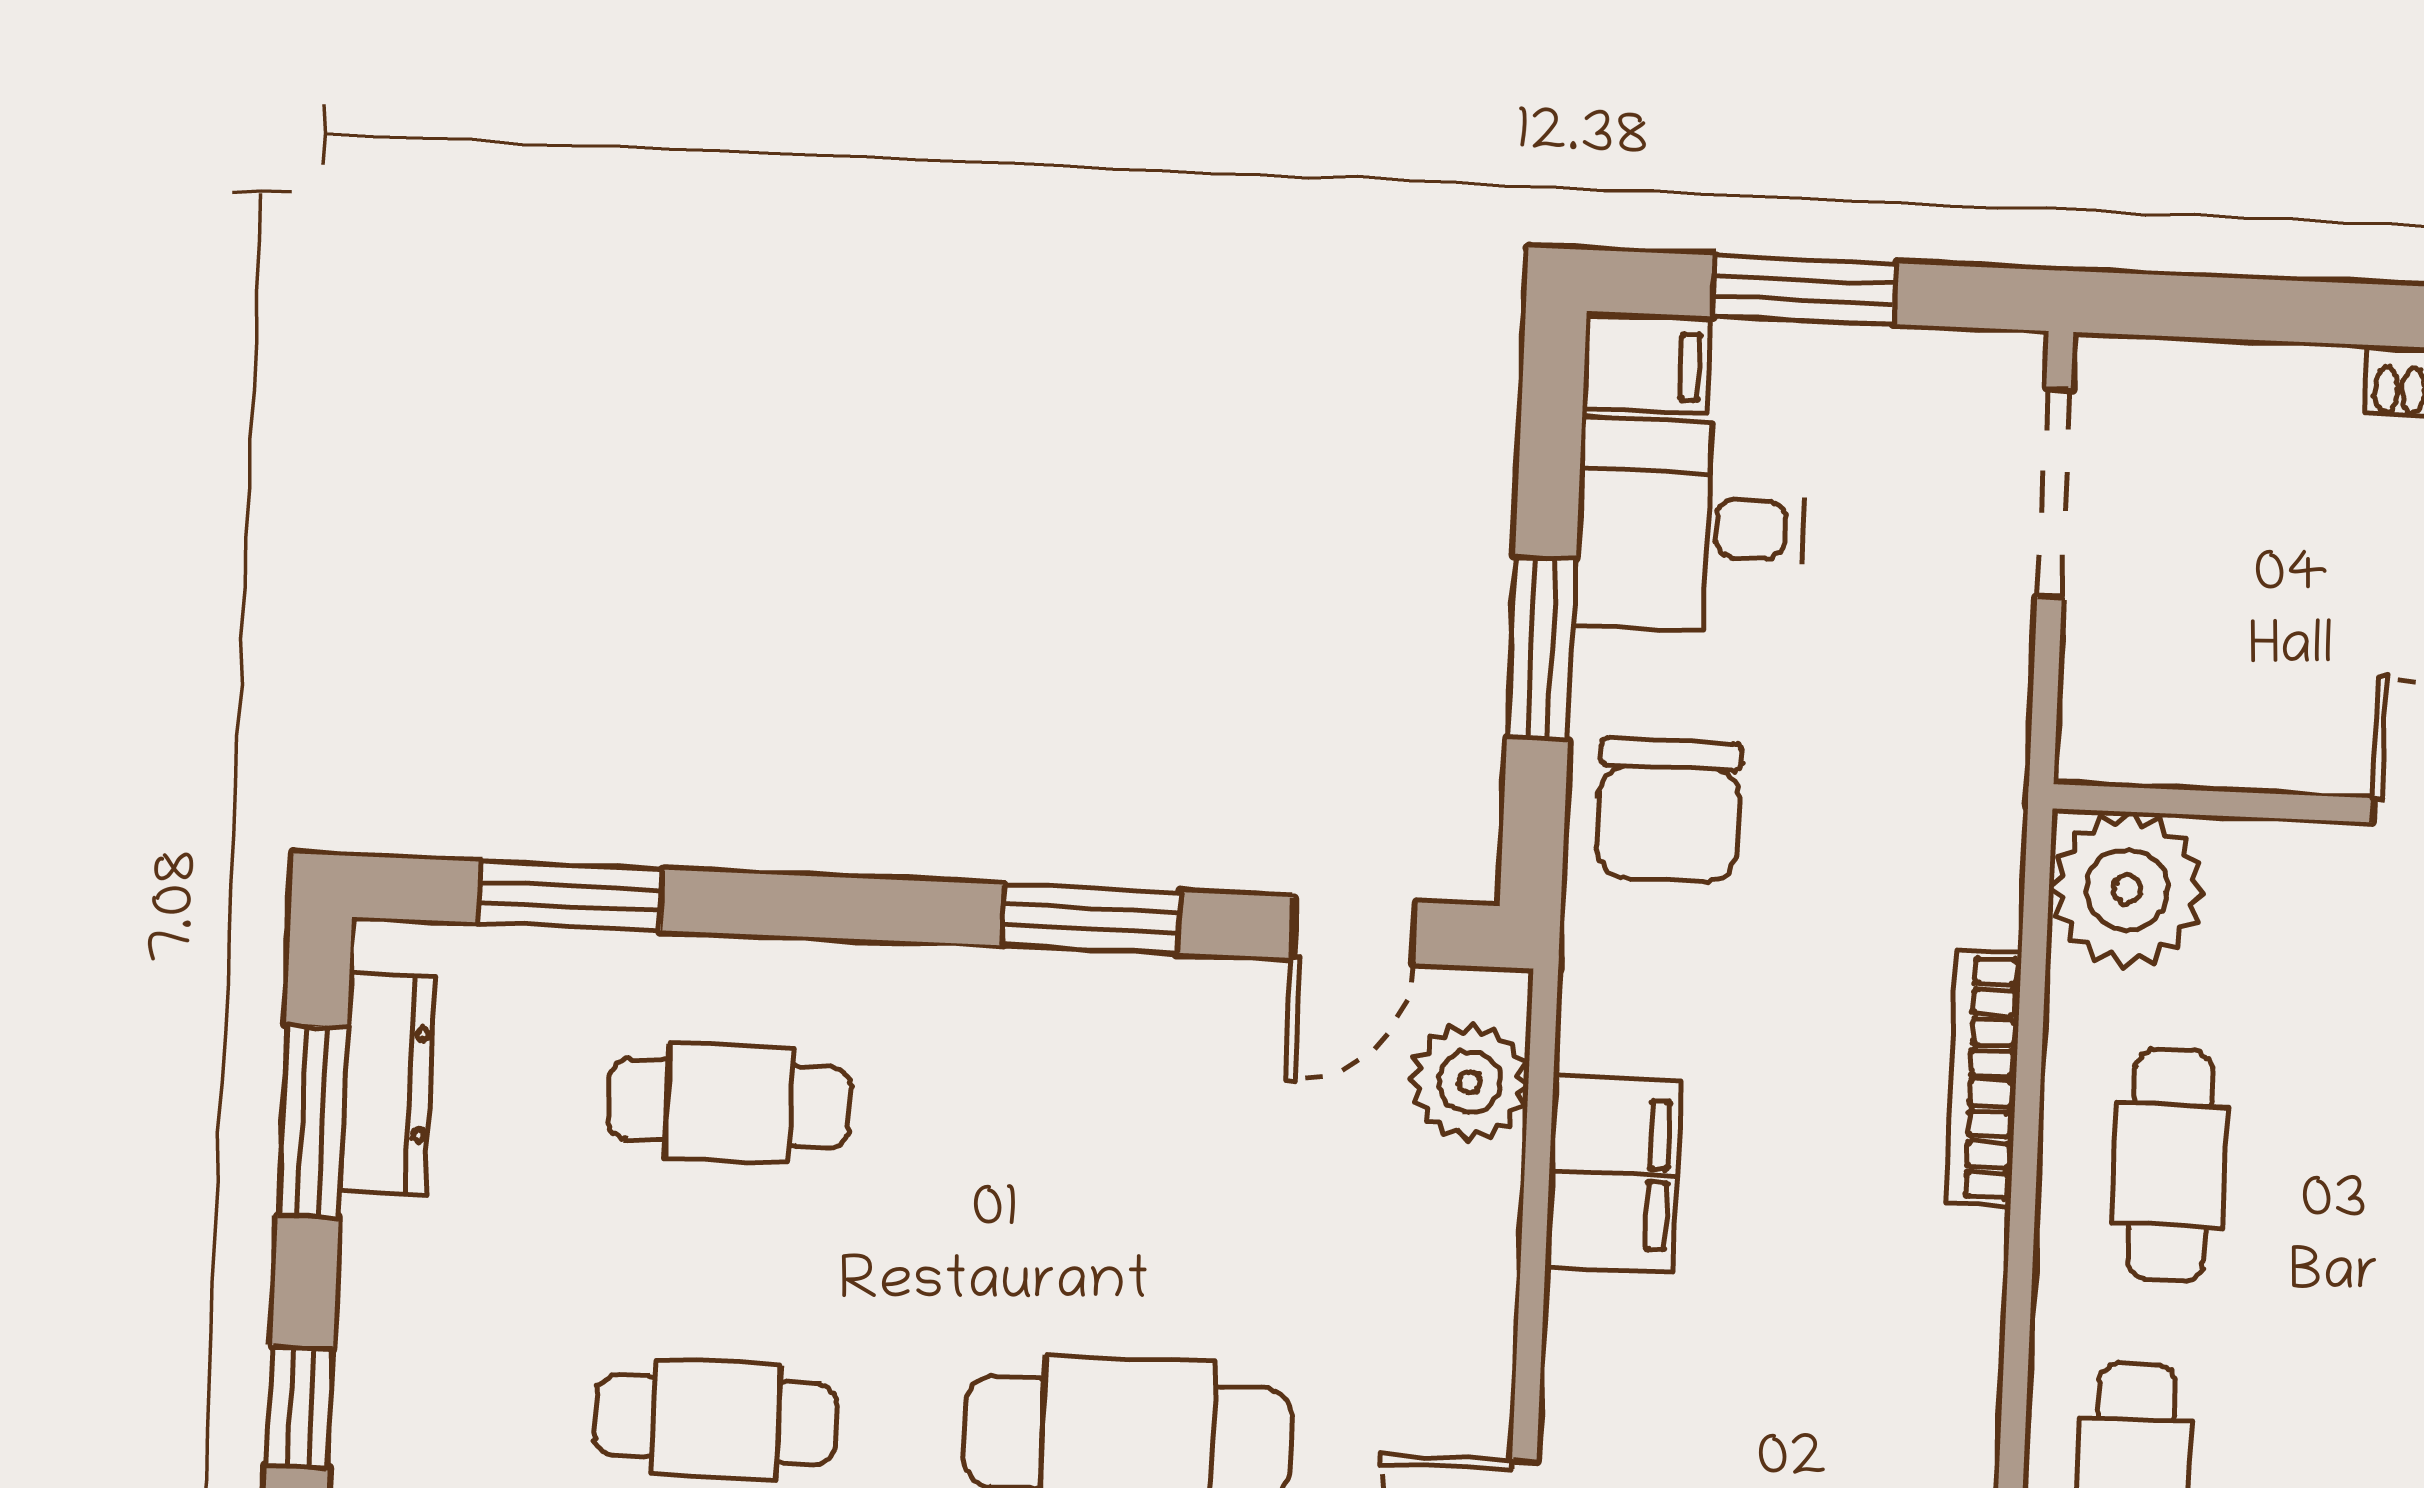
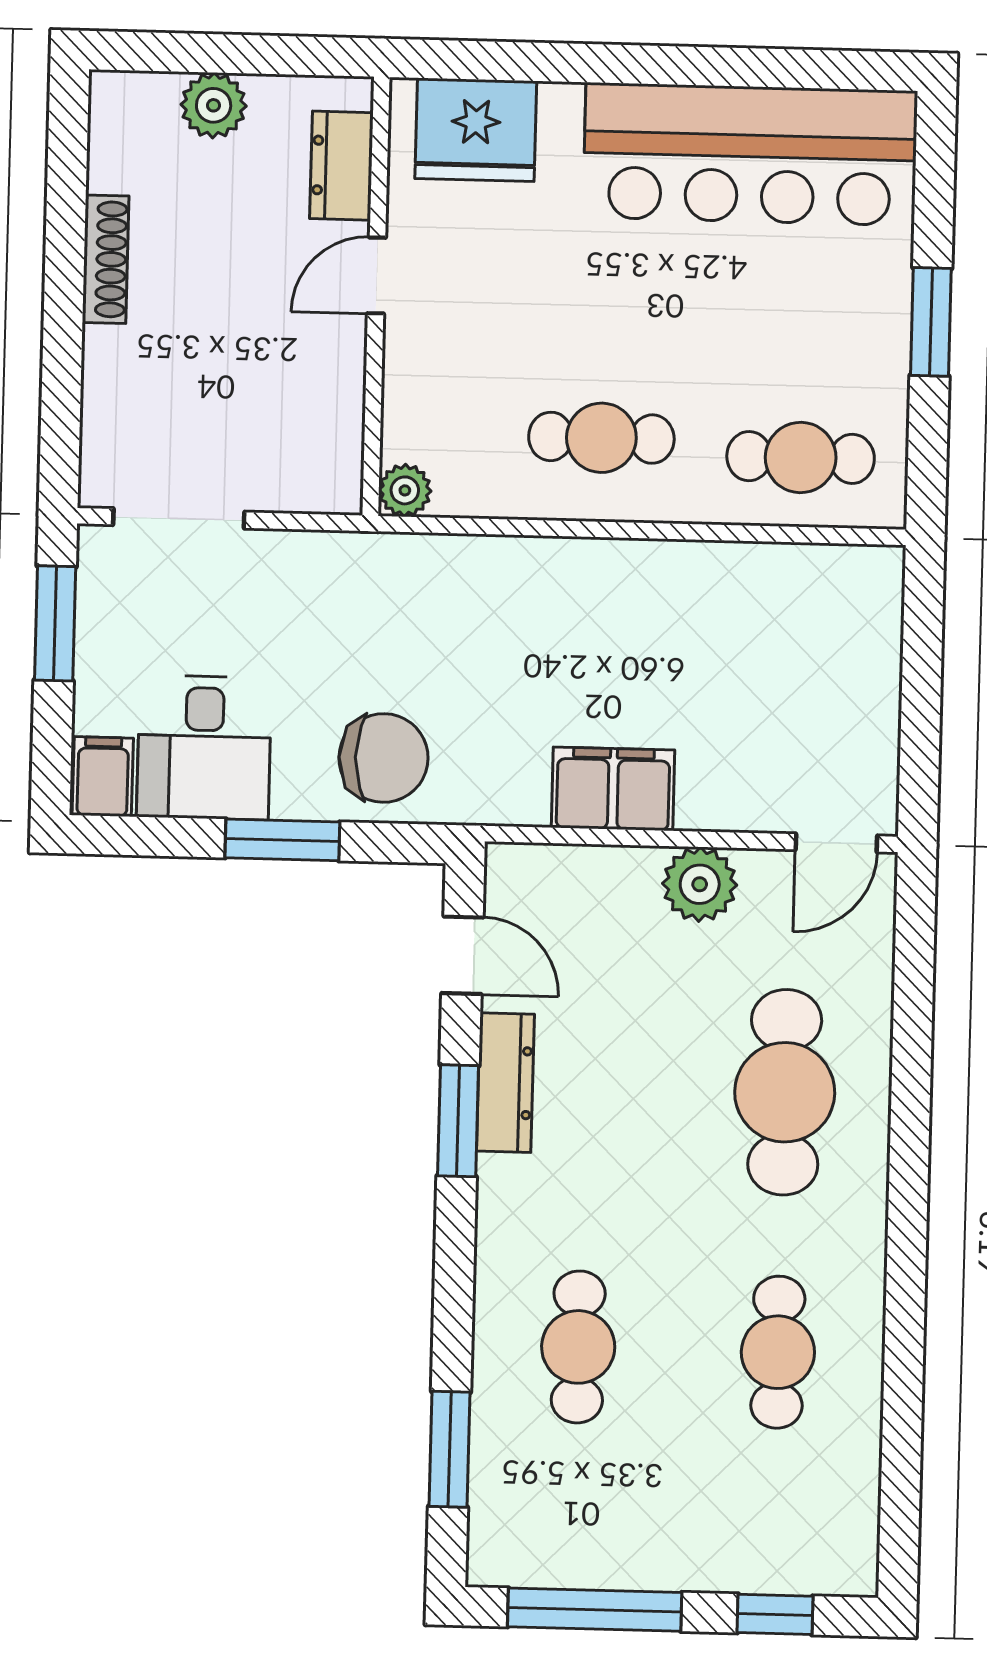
window: (1805, 290) -> (55, 623), moved
plant: (2127, 890) -> (405, 490), width x0.53, depth x0.53
bookcase: (1984, 1078) -> (549, 556), removed
plant: (1469, 1082) -> (700, 884), moved
dresser: (388, 1083) -> (505, 1083), moved, turned 90
window: (312, 1122) -> (595, 1610), width x1.44

